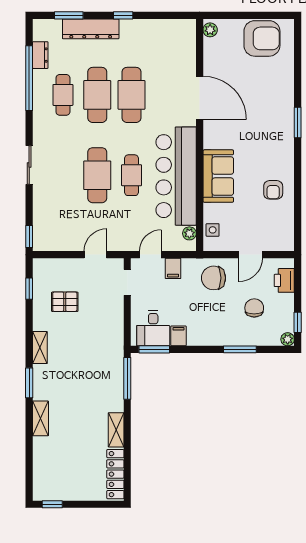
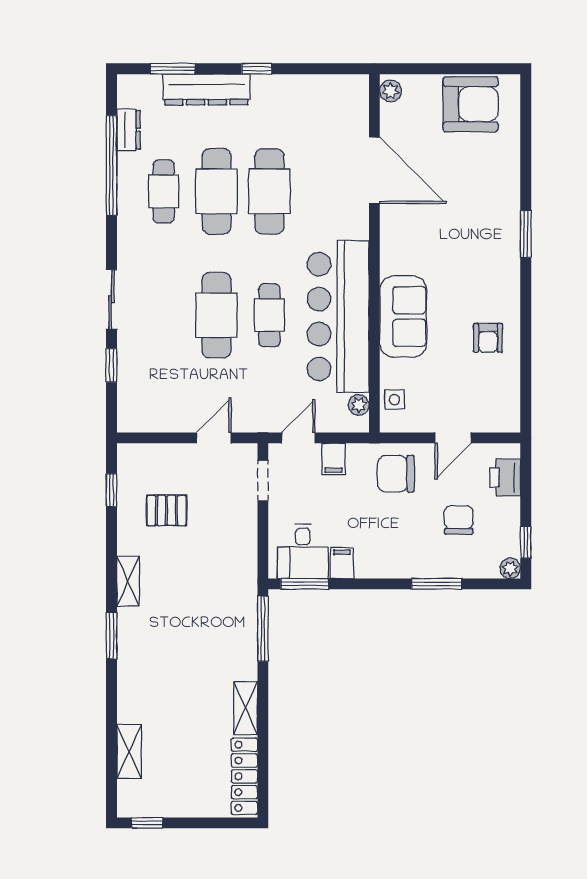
door: (200, 98) -> (374, 170), moved
window: (29, 236) -> (112, 365), moved
shelving: (40, 418) -> (129, 752), moved

